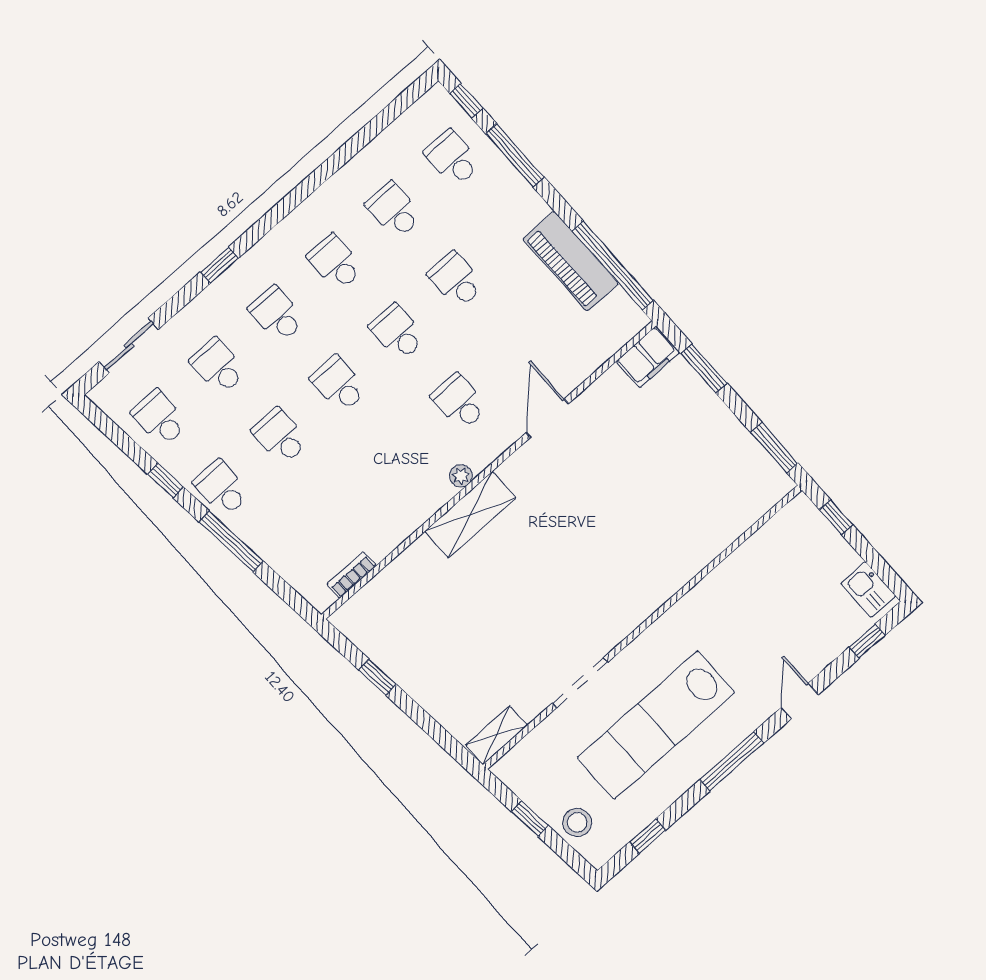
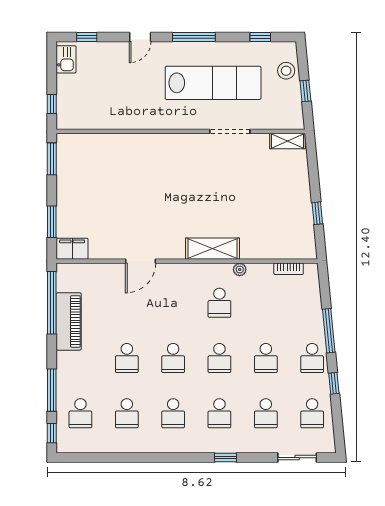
school desk: (459, 402) -> (219, 303), moved
plant: (461, 476) -> (240, 269), moved

